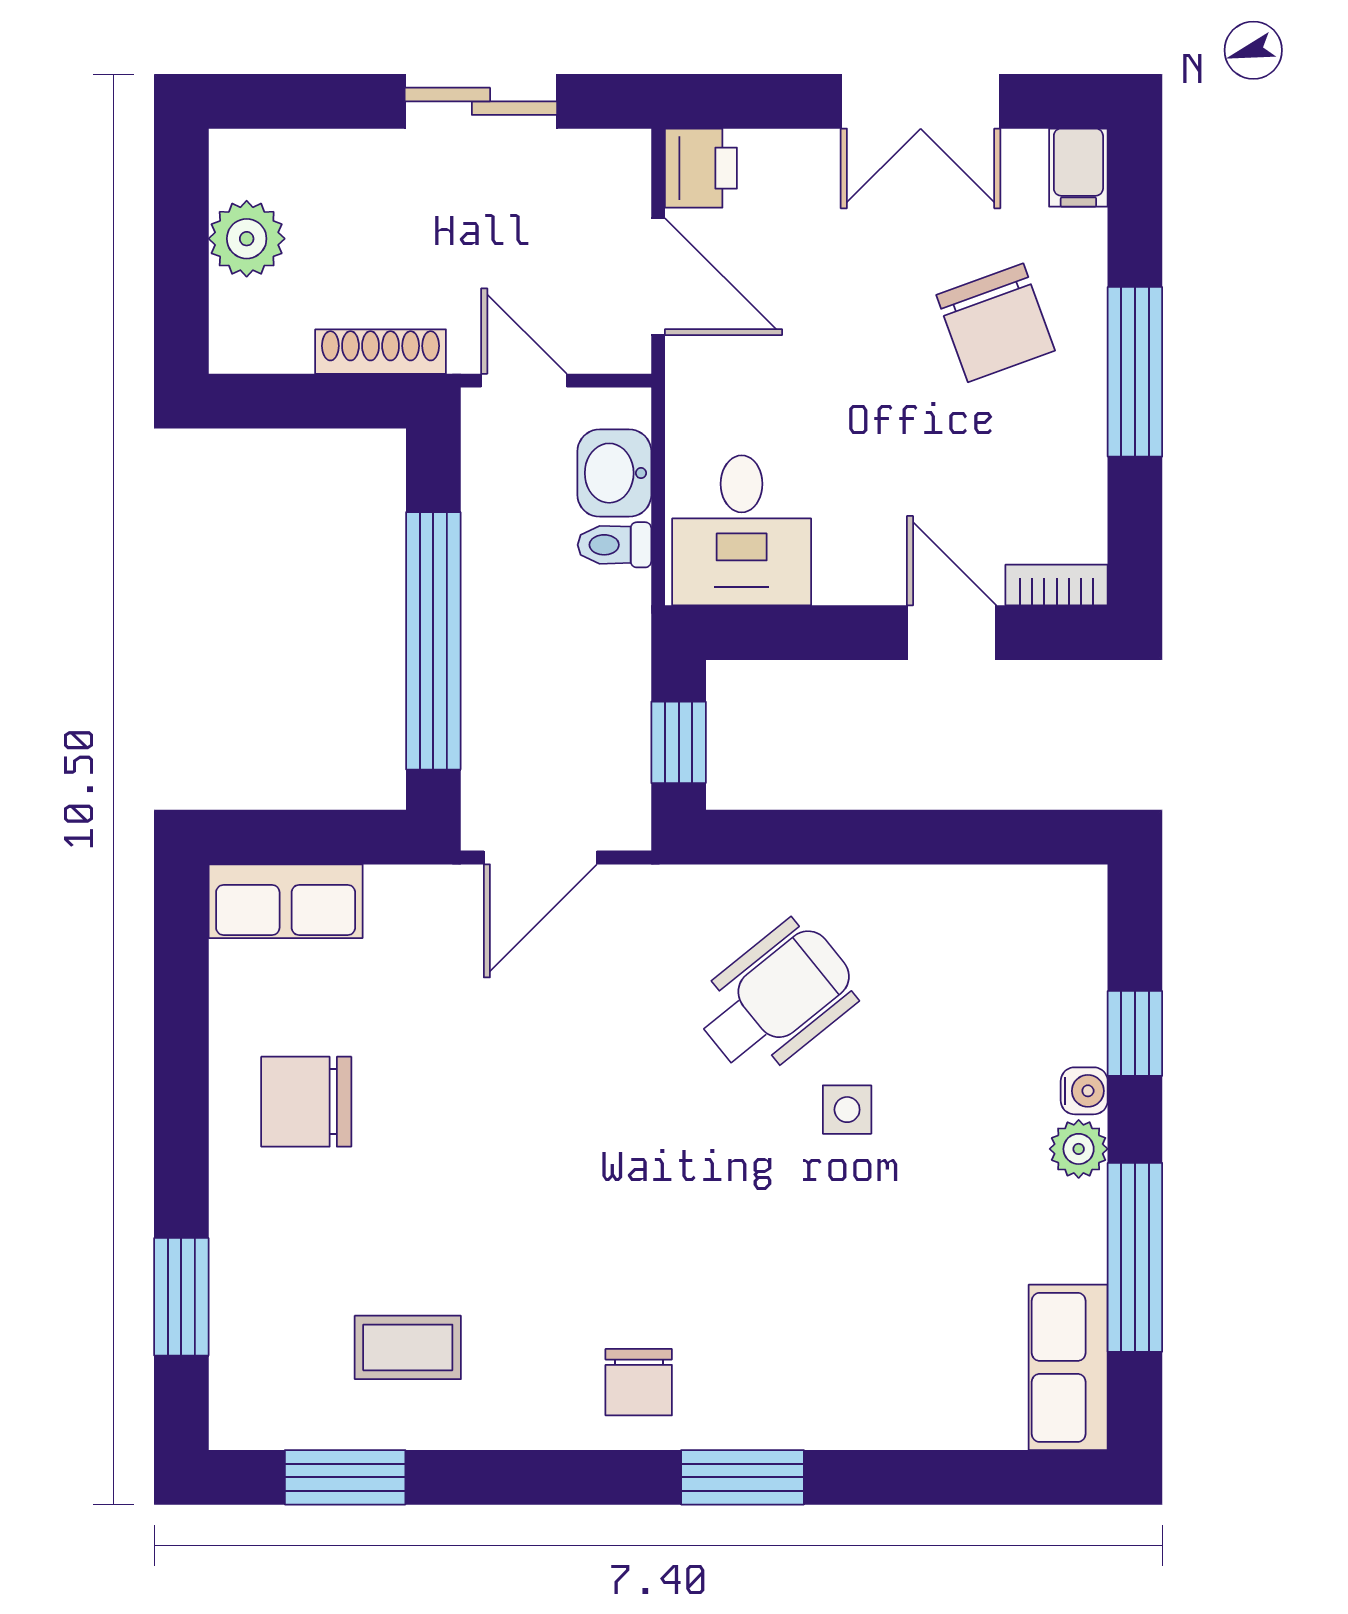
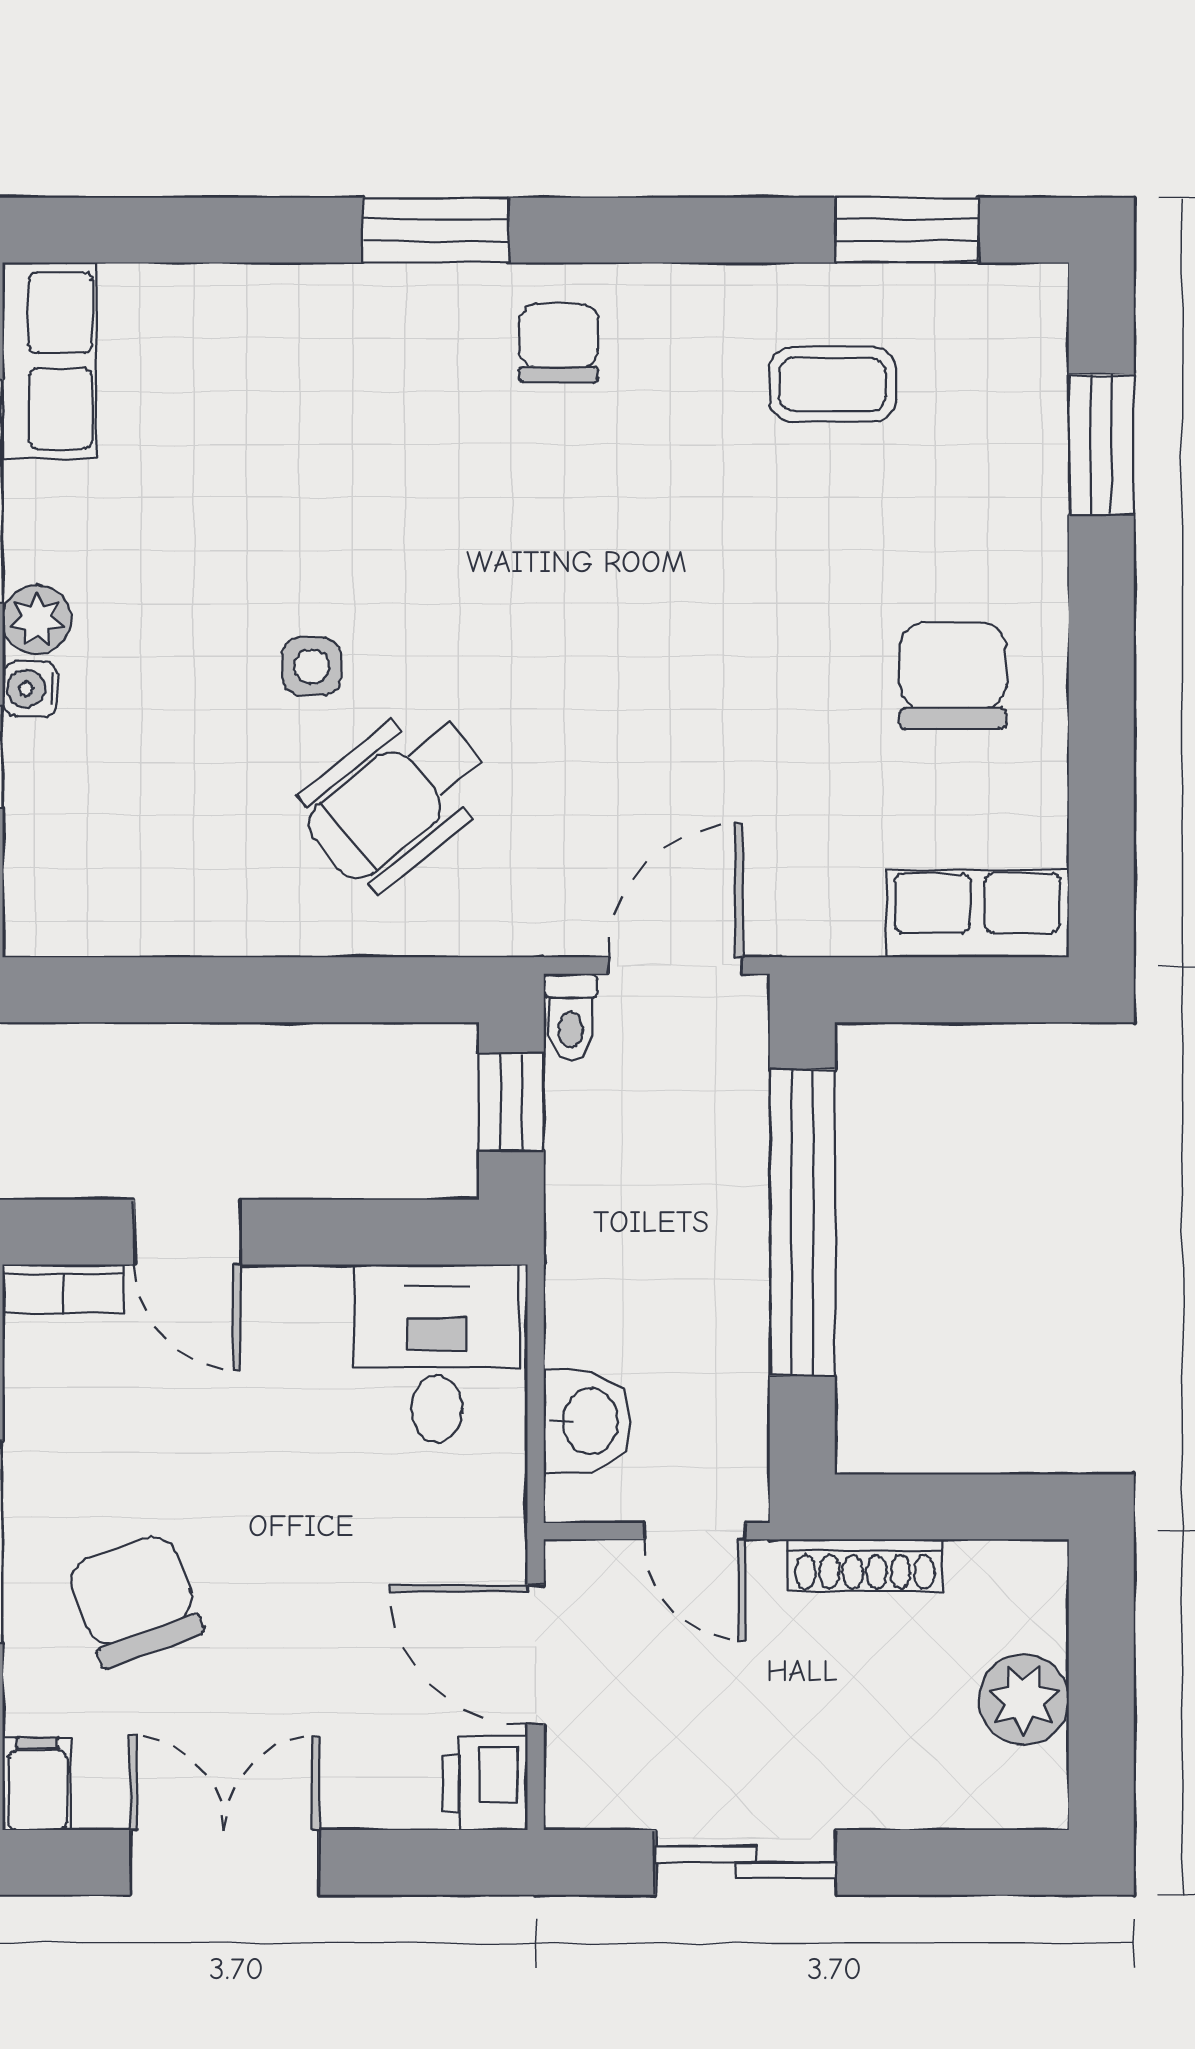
toilet: (614, 545) -> (571, 1017), moved, turned 90
chair: (306, 1102) -> (953, 676), turned -90

